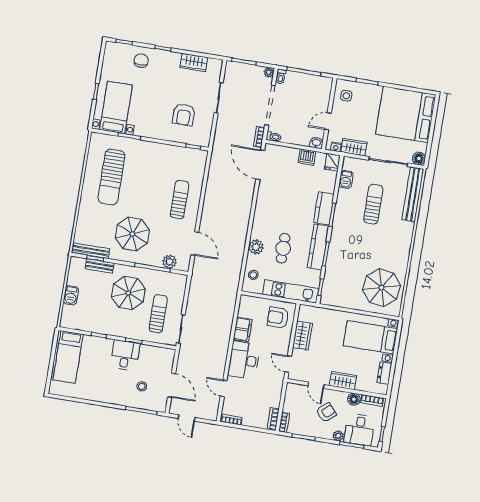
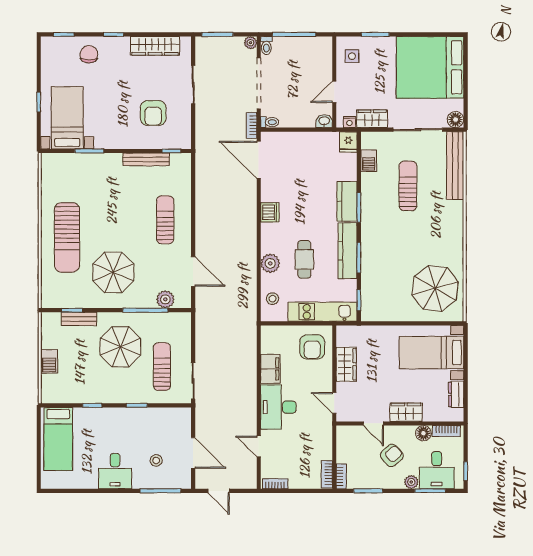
wardrobe: (194, 63) -> (155, 46), width x1.50
dishwasher: (307, 157) -> (270, 212), moved, turned -90
sun lounger: (111, 177) -> (67, 237), moved
bench: (91, 251) -> (146, 159), moved
armchair: (278, 318) -> (312, 347), turned -90
desk: (125, 355) -> (115, 471), moved, turned 180

